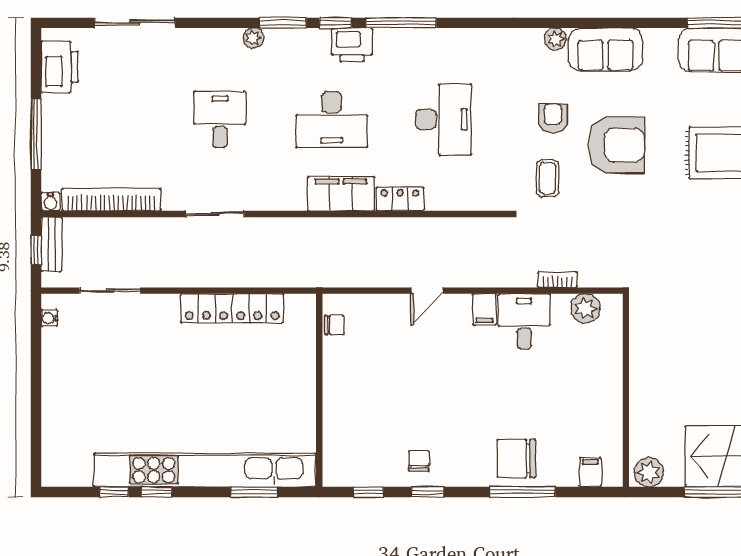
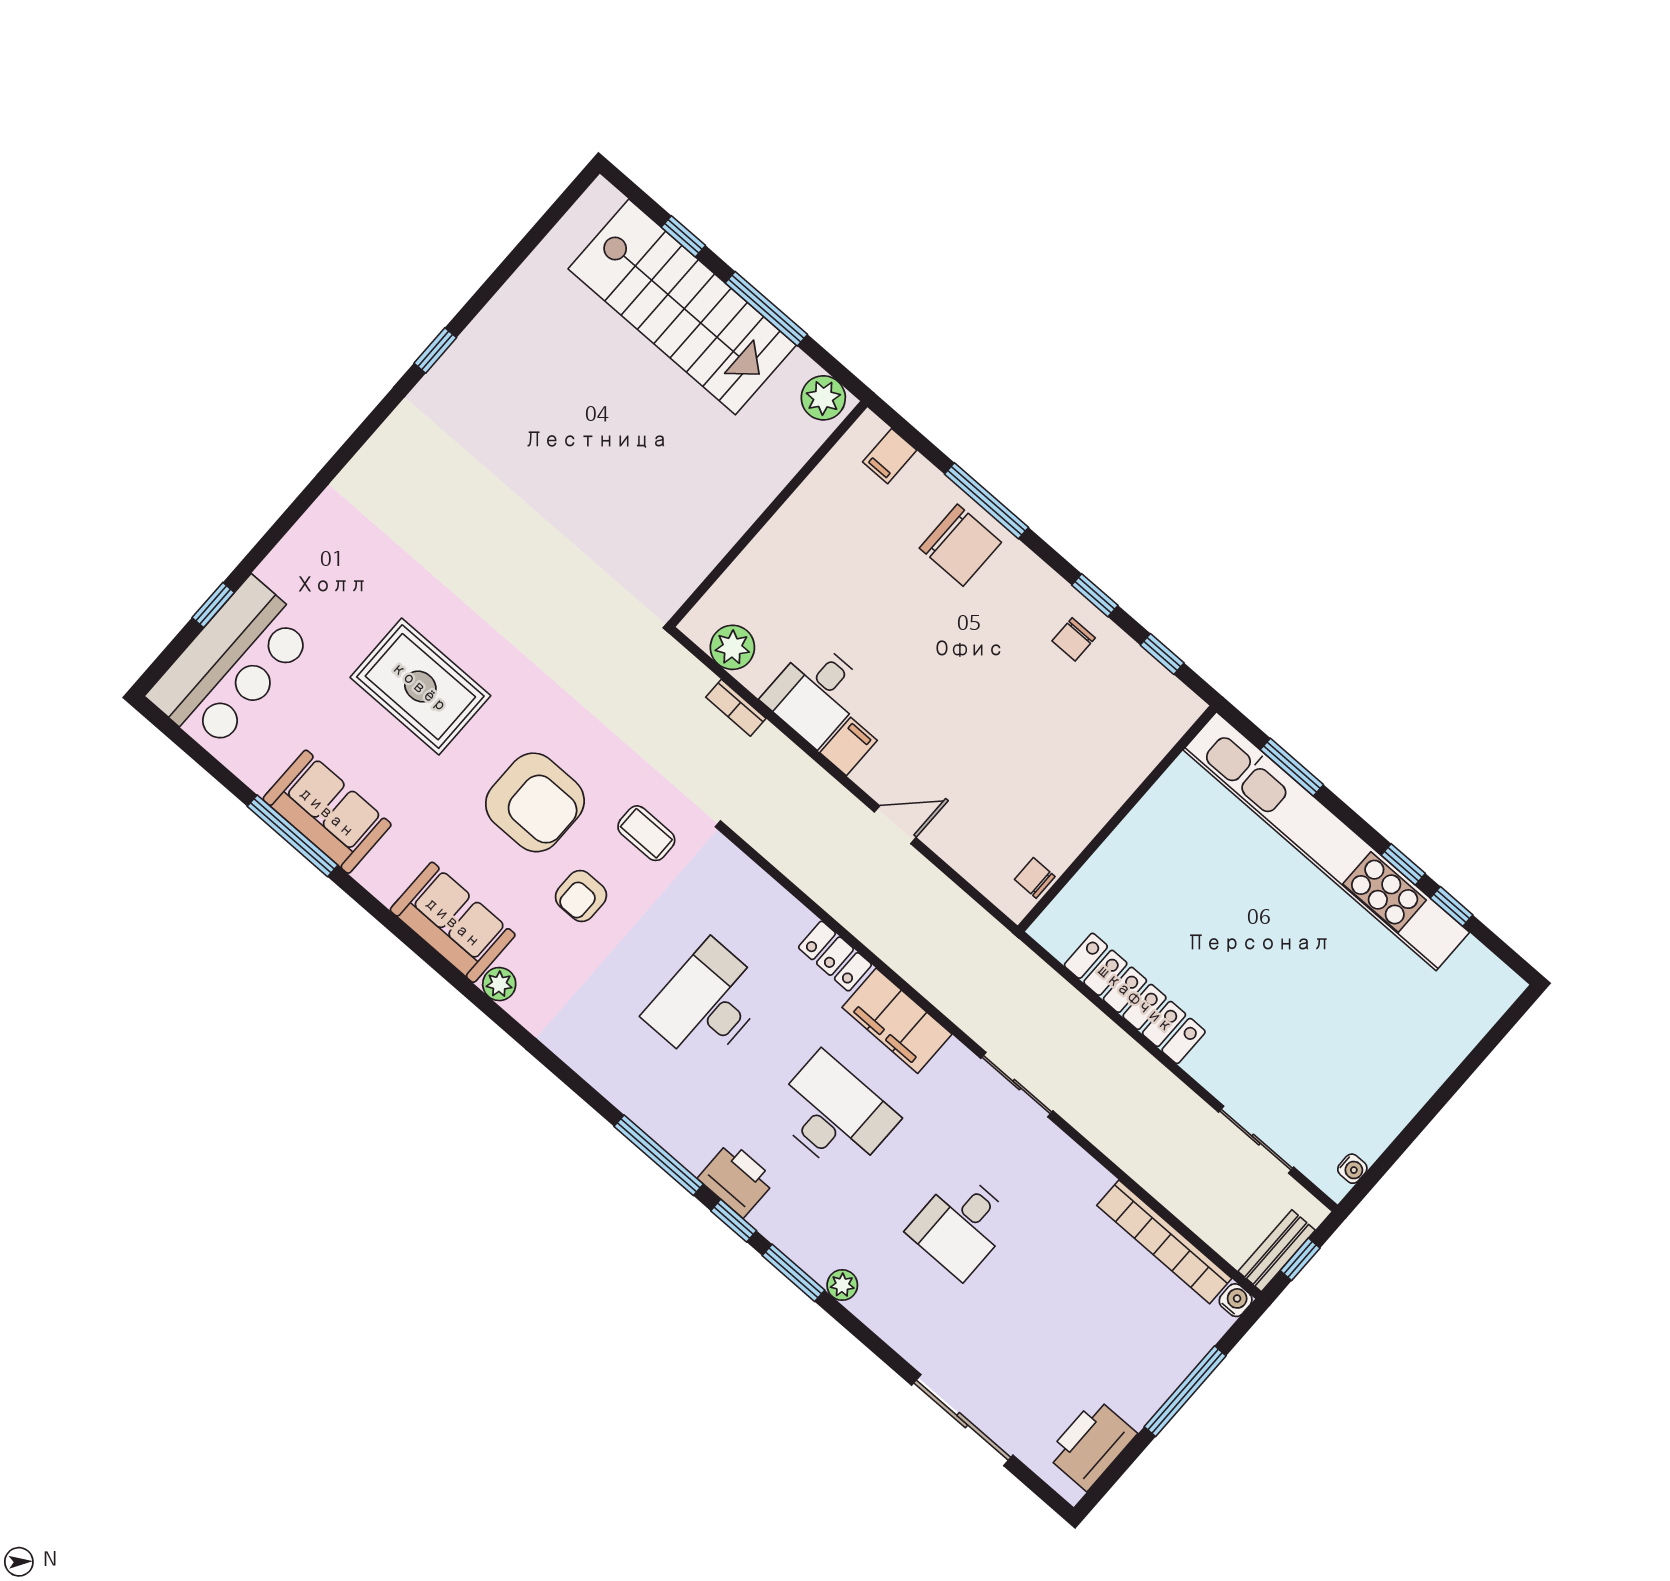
armchair: (617, 145) -> (535, 802), turned 180
coffee table: (548, 178) -> (646, 833), turned 90
sliding door: (215, 214) -> (1017, 1085), moved

